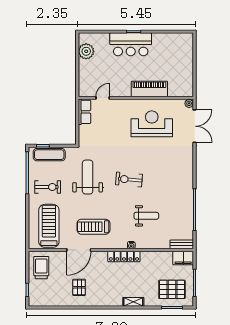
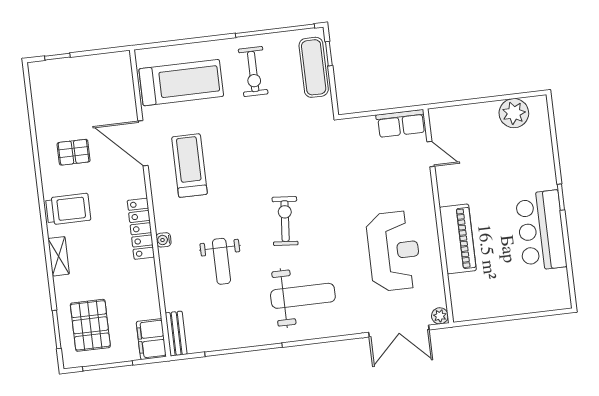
bar counter: (131, 44) -> (541, 231), moved
weight bench: (88, 177) -> (303, 296), moved
trolley: (41, 268) -> (68, 209), moved

